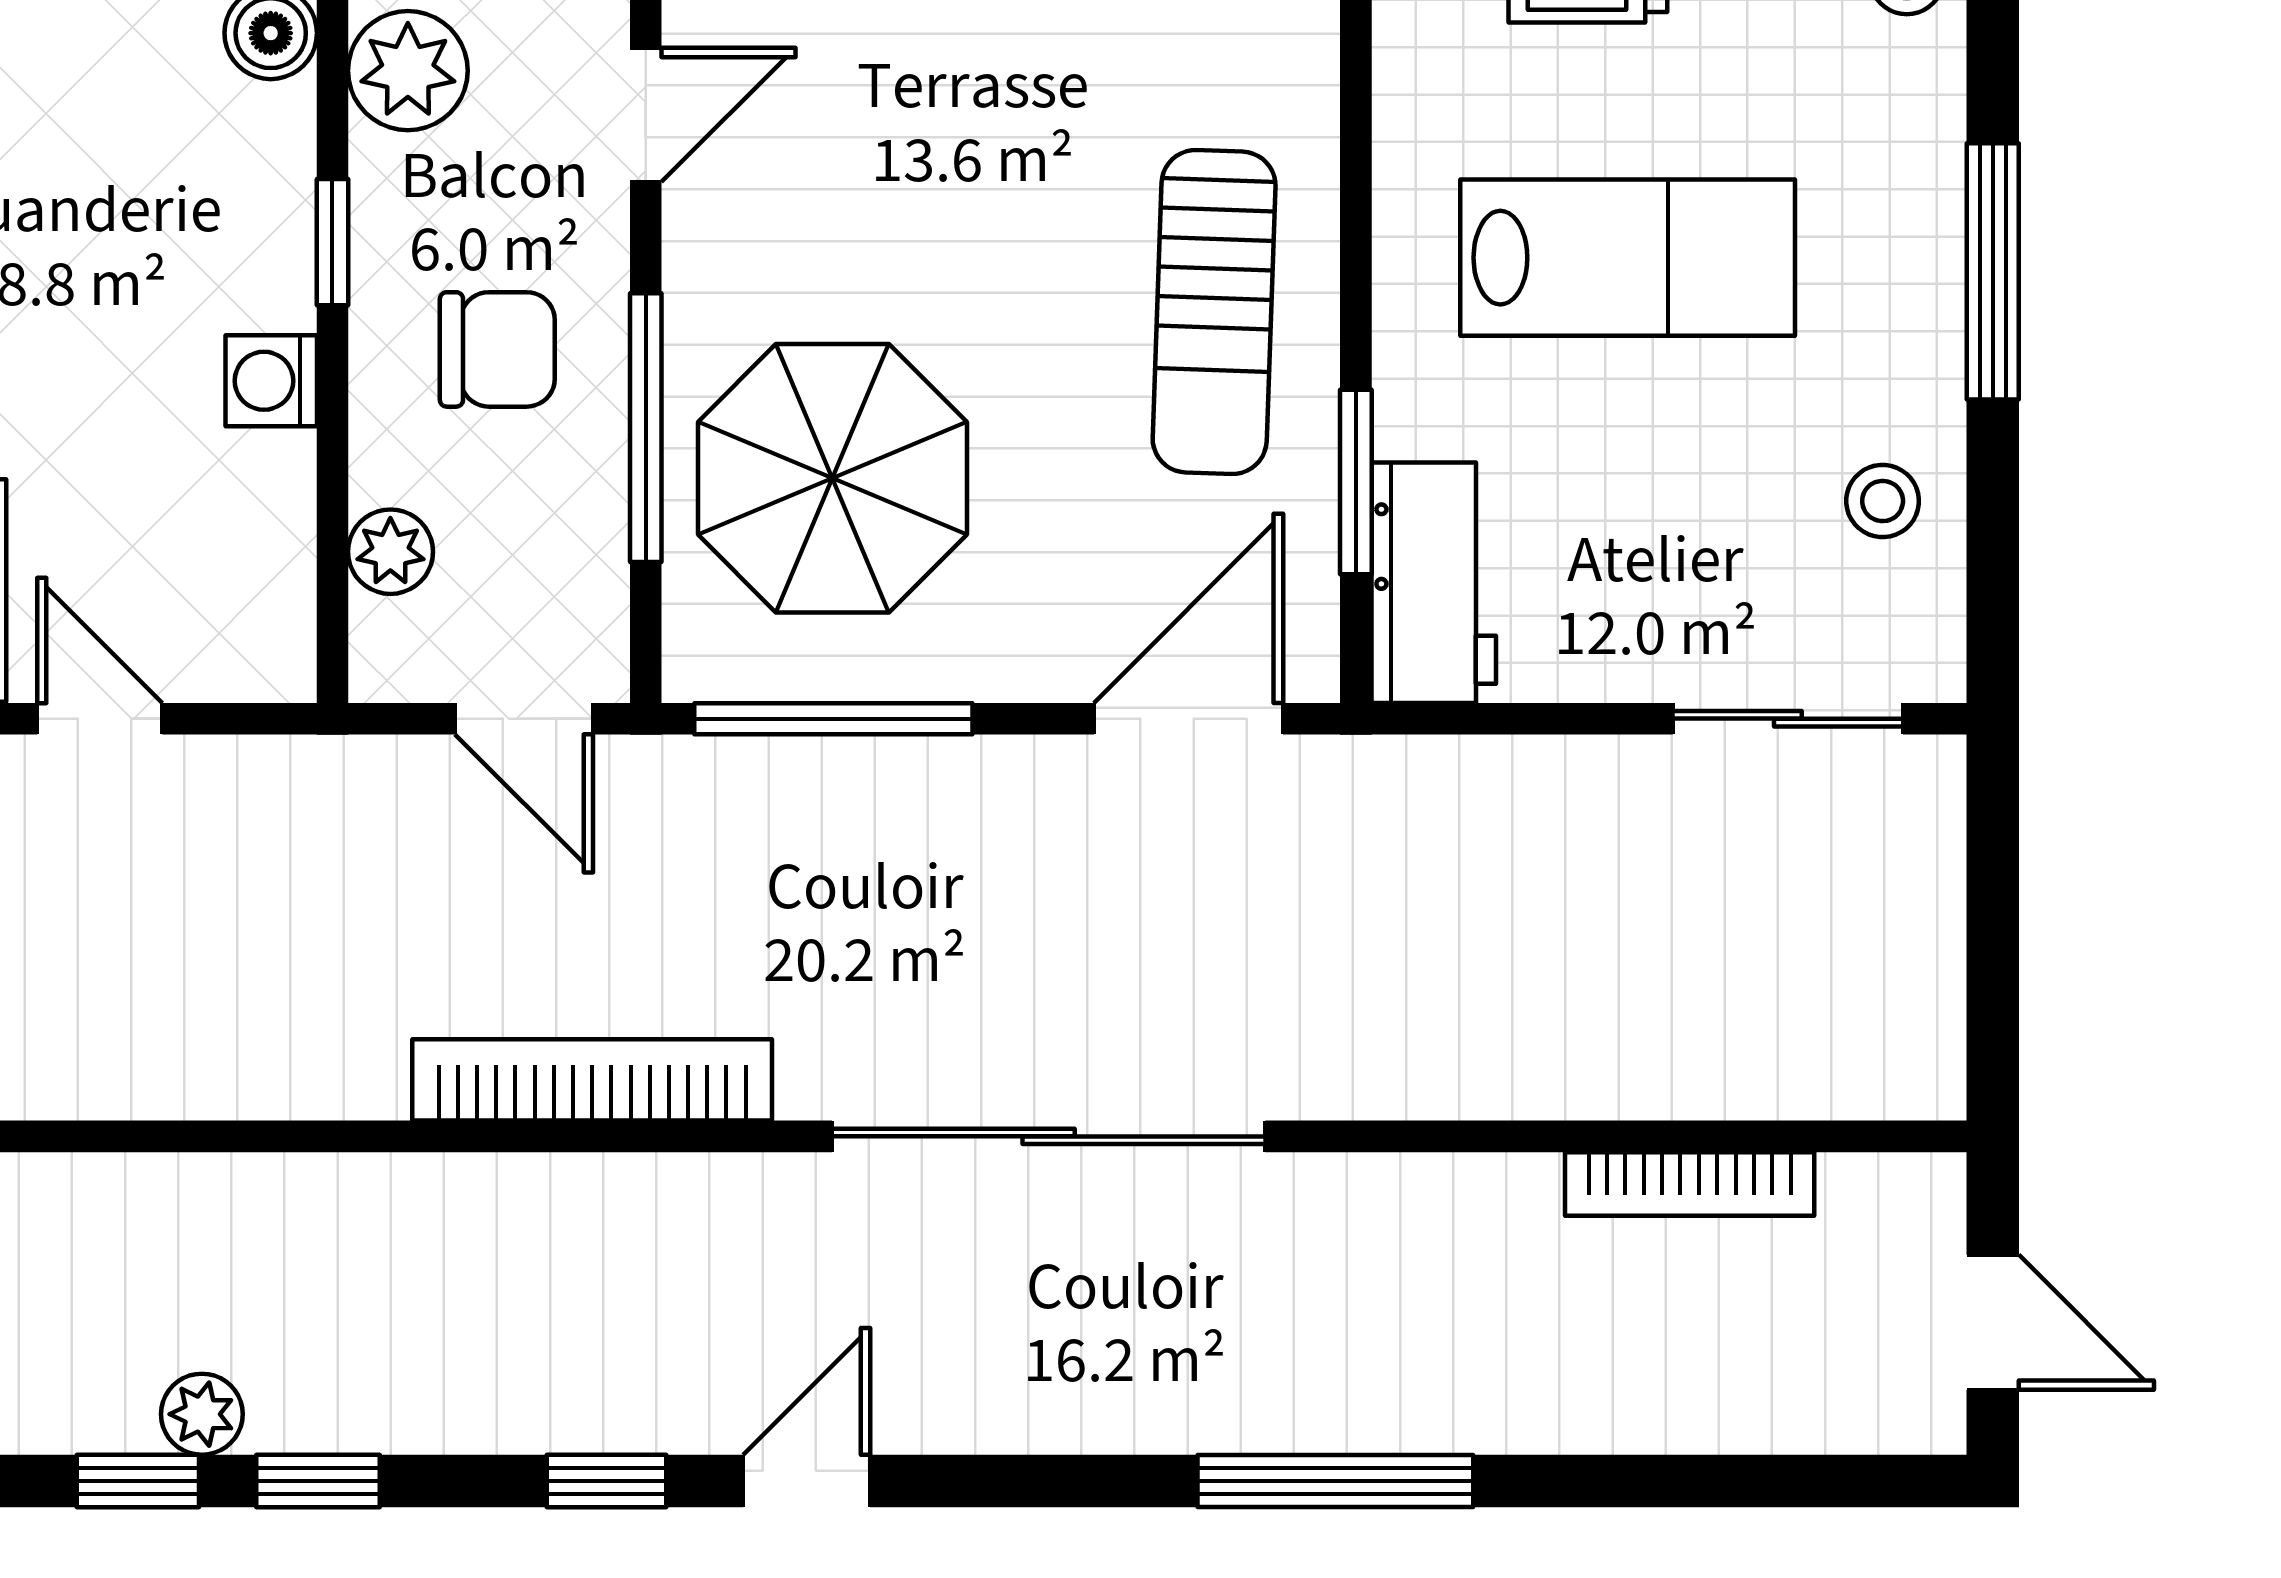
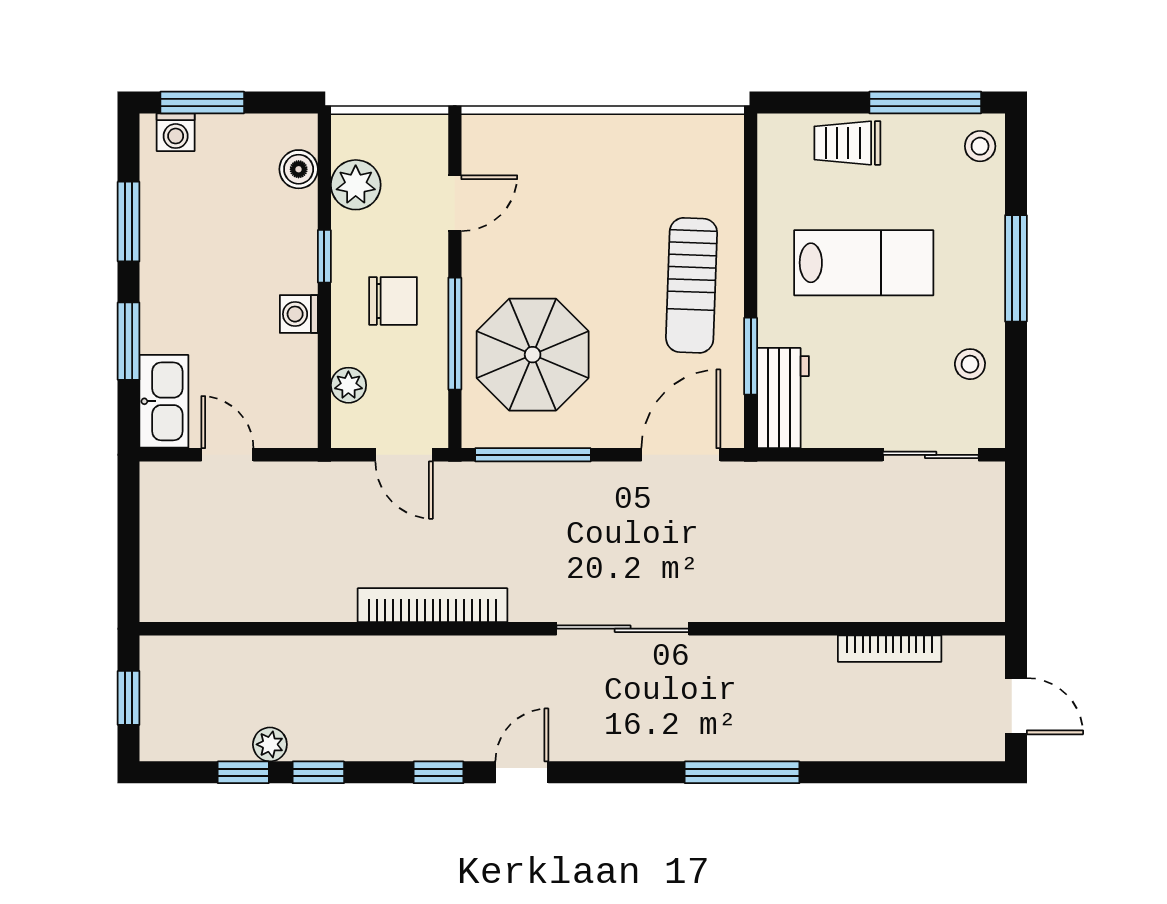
sliding door: (1049, 1136) -> (623, 629), width x0.73

